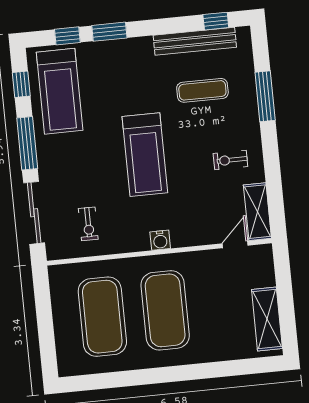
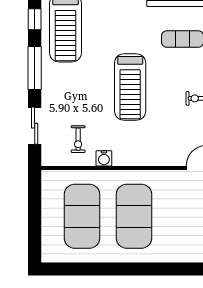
sliding door: (34, 213) -> (35, 126), width x0.73
water cooler: (160, 240) -> (104, 158), moved

